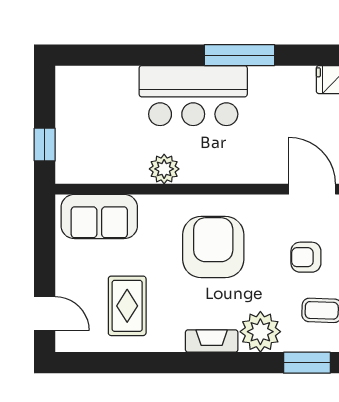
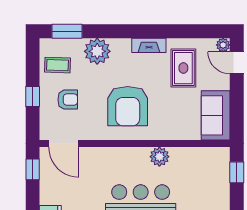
sofa: (99, 217) -> (216, 115), moved, turned -90
fireplace: (212, 341) -> (149, 45), moved
plant: (66, 342) -> (223, 45), added

